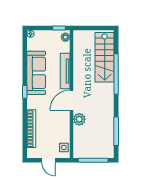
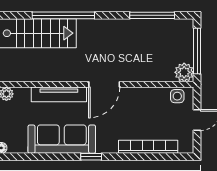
door: (72, 100) -> (104, 84), hinge flipped
plant: (79, 119) -> (184, 72), moved

